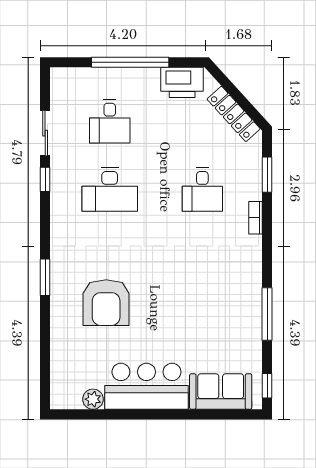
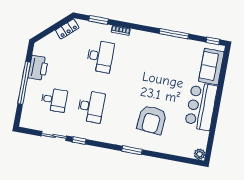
printer: (182, 82) -> (38, 68), moved
locker: (234, 114) -> (67, 29), width x0.66
desk: (202, 190) -> (100, 56), width x1.37
armchair: (106, 303) -> (152, 120), turned 95
plant: (93, 399) -> (200, 154), moved

